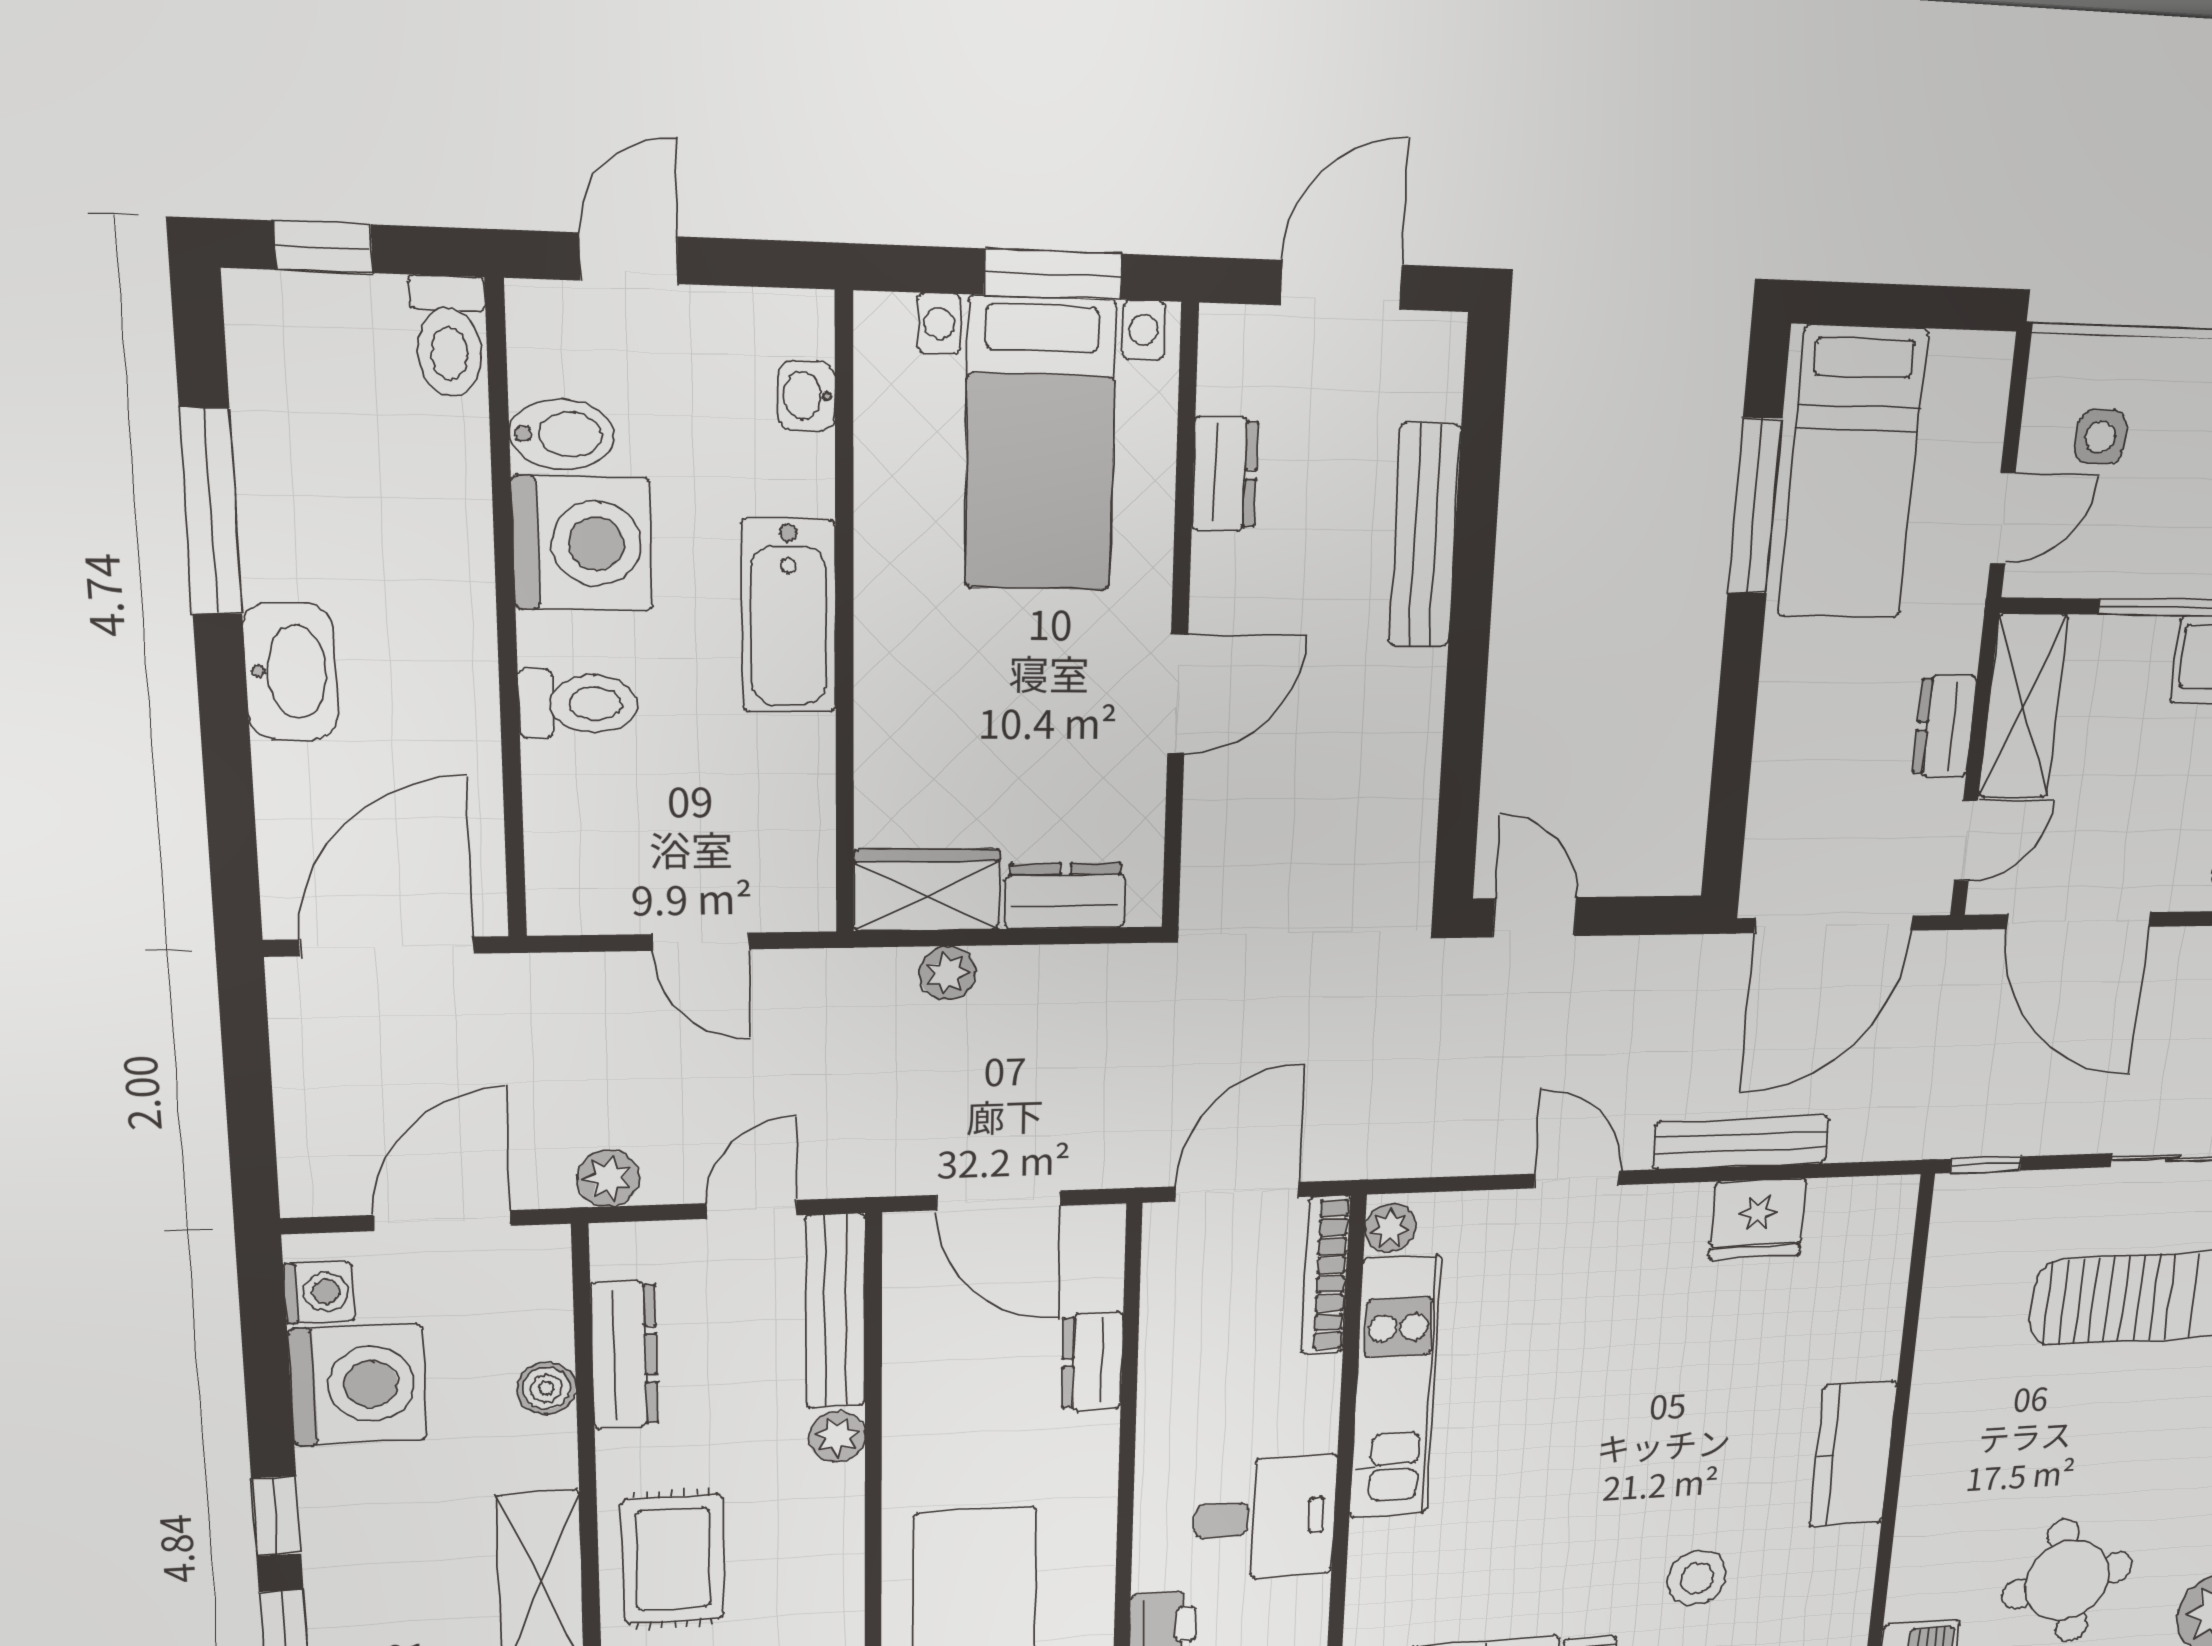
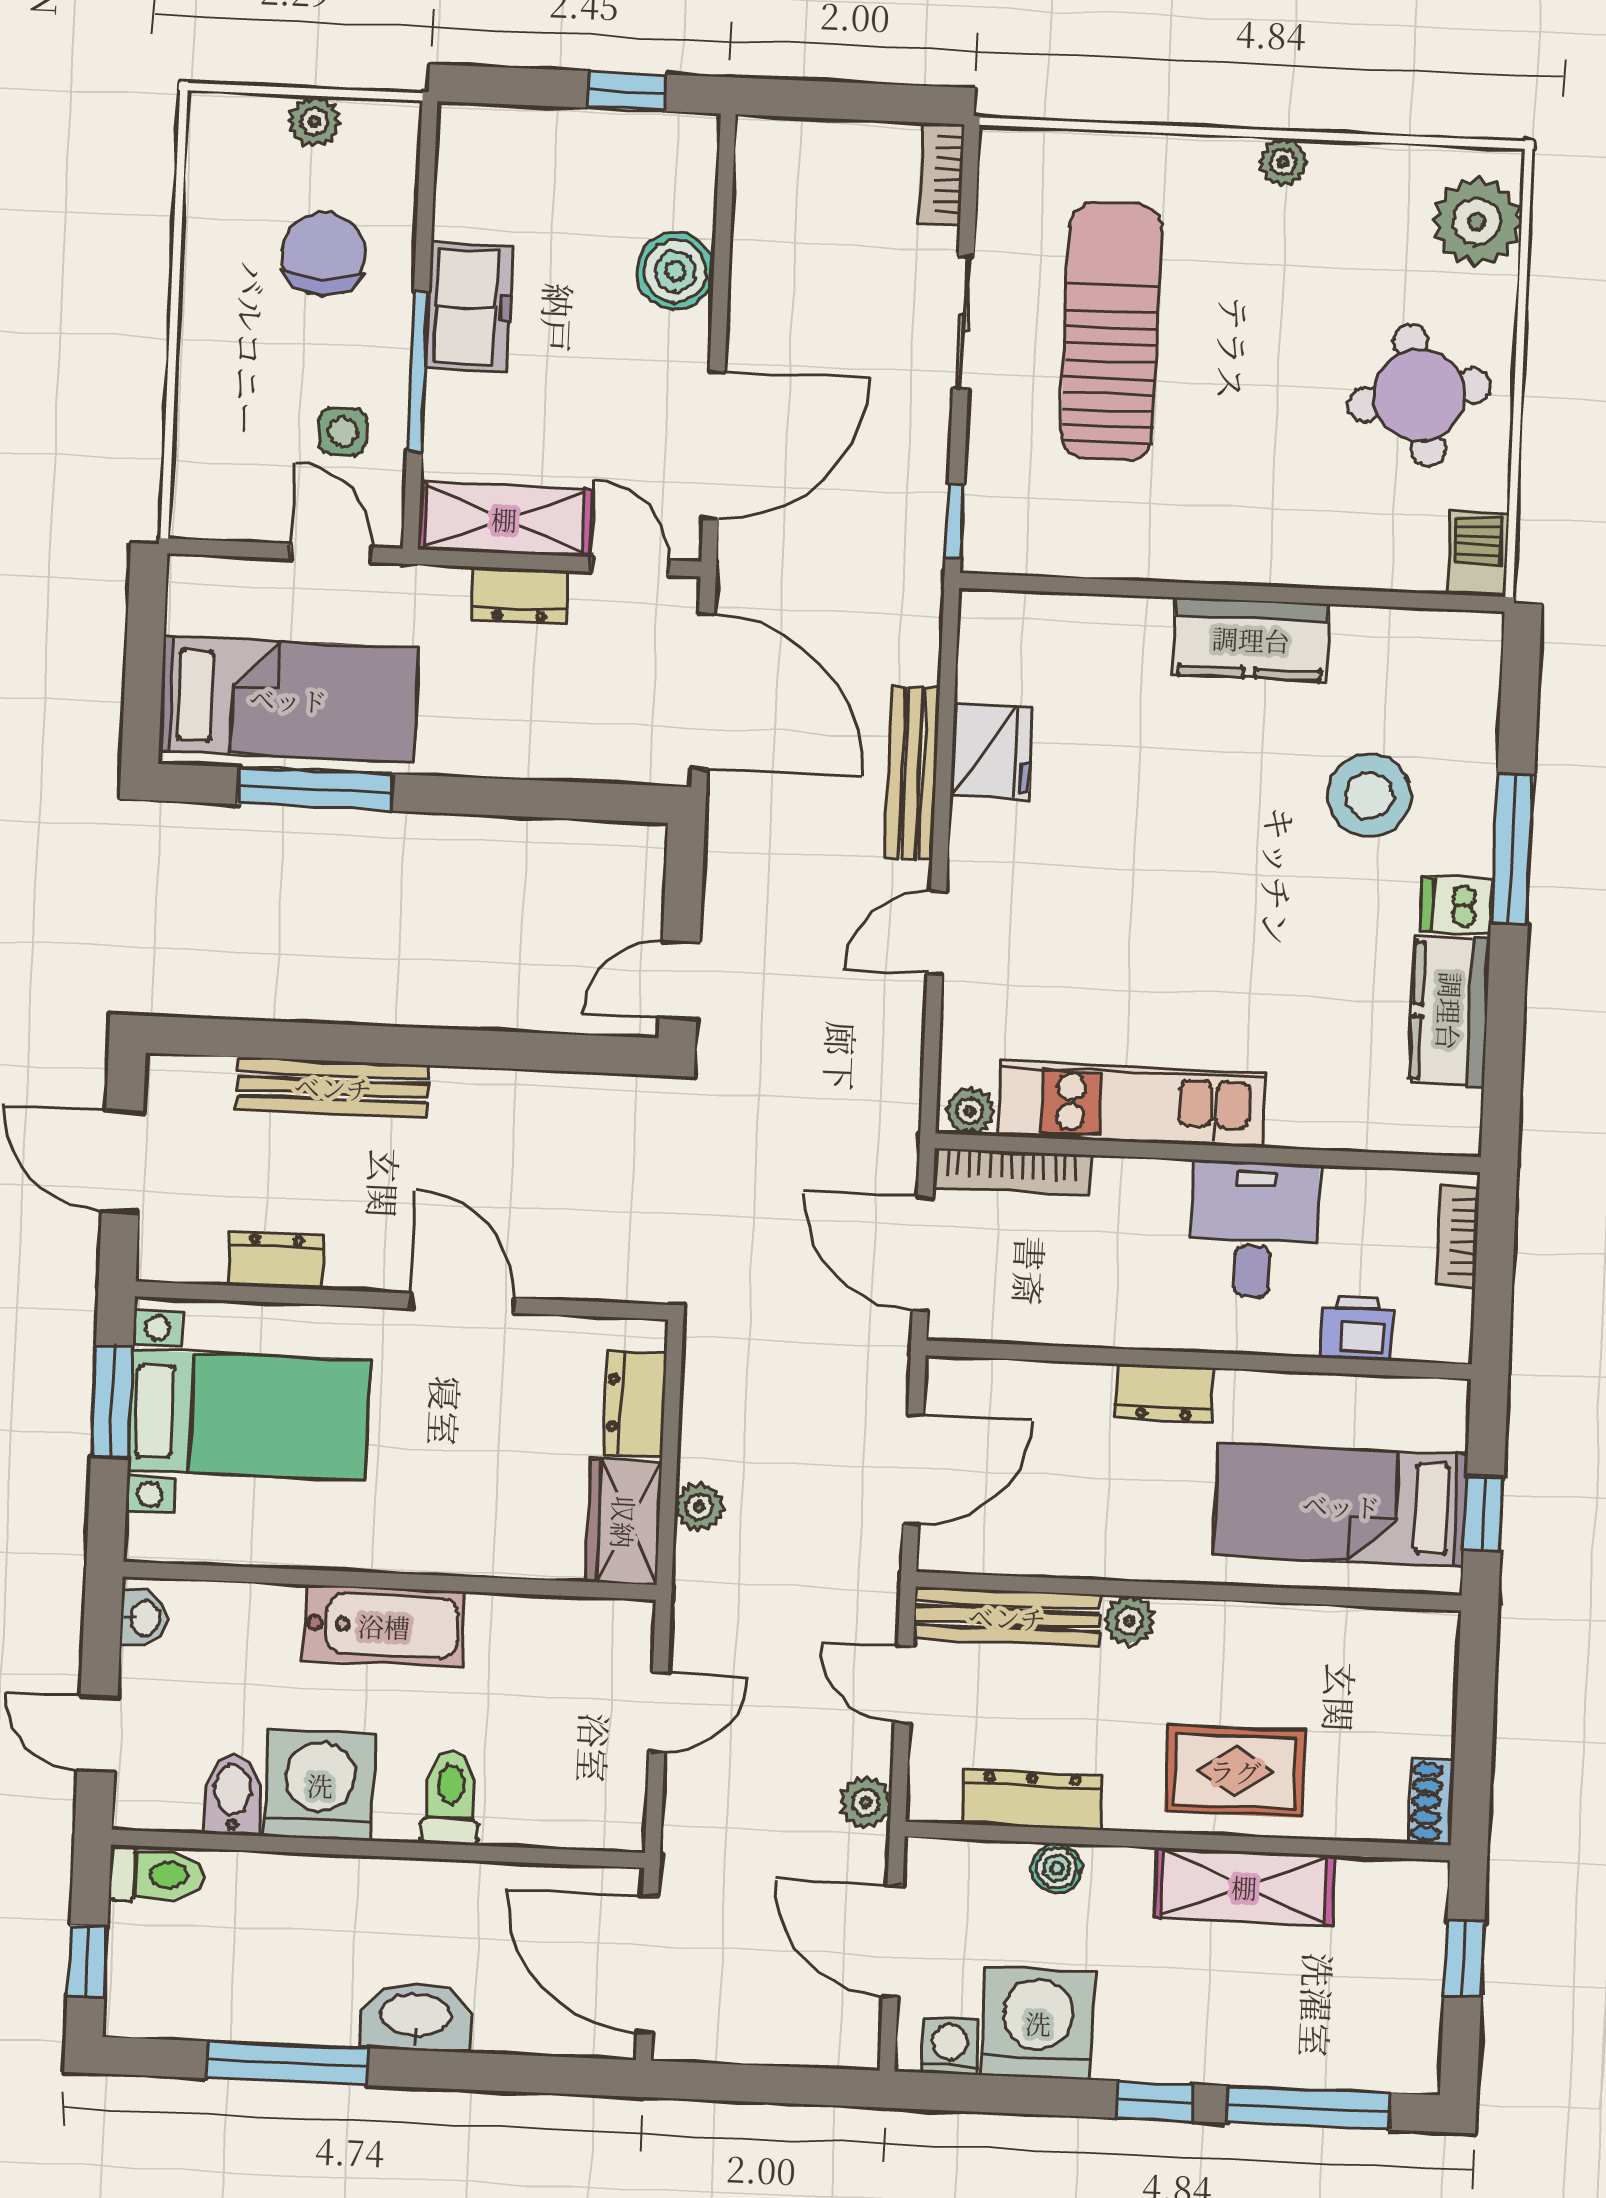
washbasin: (806, 396) -> (143, 1618), moved, turned -90
side table: (2101, 437) -> (343, 431), moved
dresser: (1092, 1362) -> (1164, 1393), moved
stool: (1697, 1578) -> (1369, 796), width x1.38, depth x1.38

